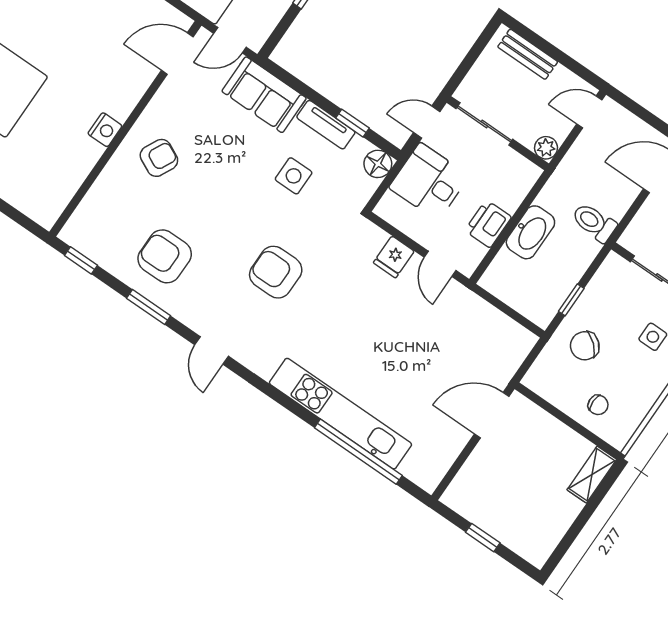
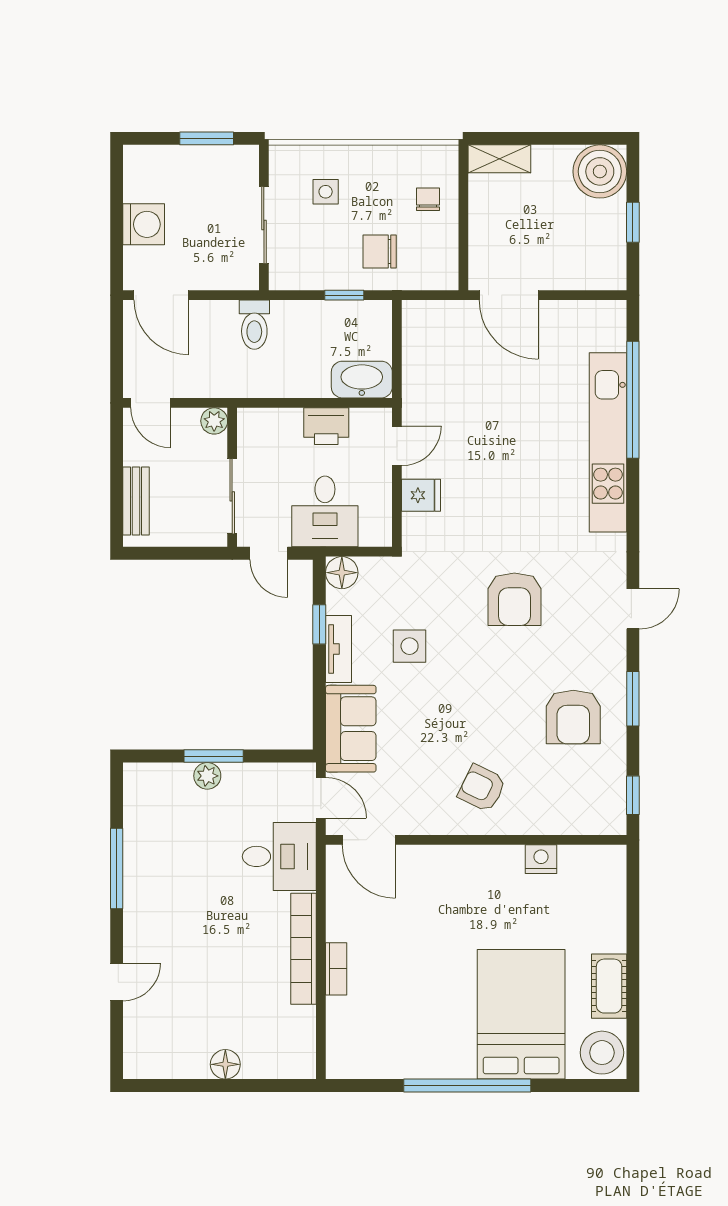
nightstand: (105, 130) -> (541, 859), moved
washbasin: (530, 232) -> (362, 380), moved
chair: (585, 346) -> (380, 252), turned 139
boiler: (534, 539) -> (600, 171), added

